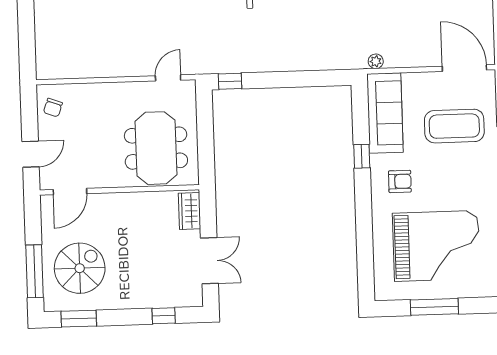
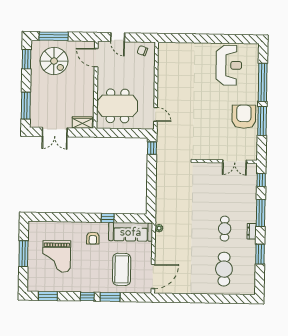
grand piano: (436, 246) -> (57, 256), width x0.73, depth x0.68
window: (164, 316) -> (26, 106), width x2.17

